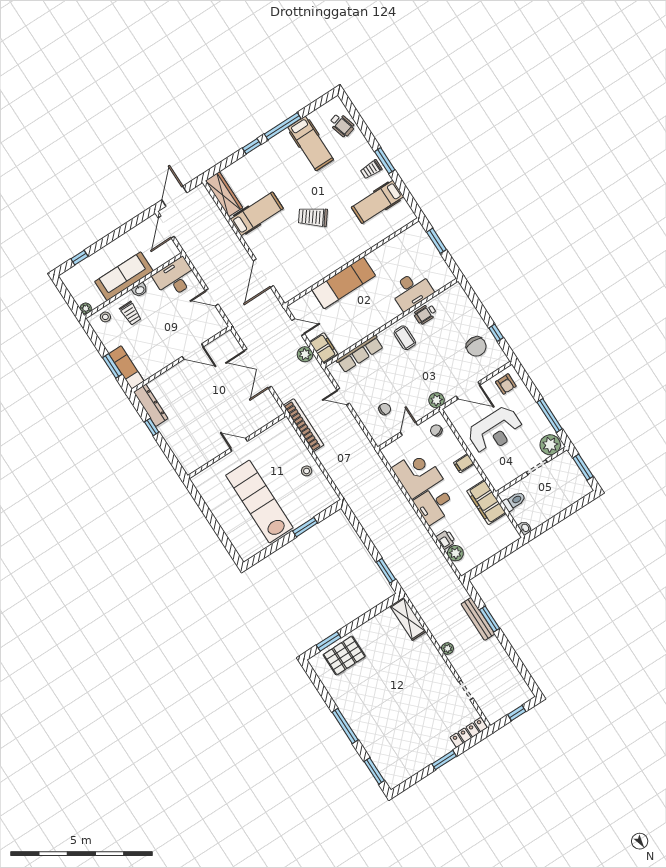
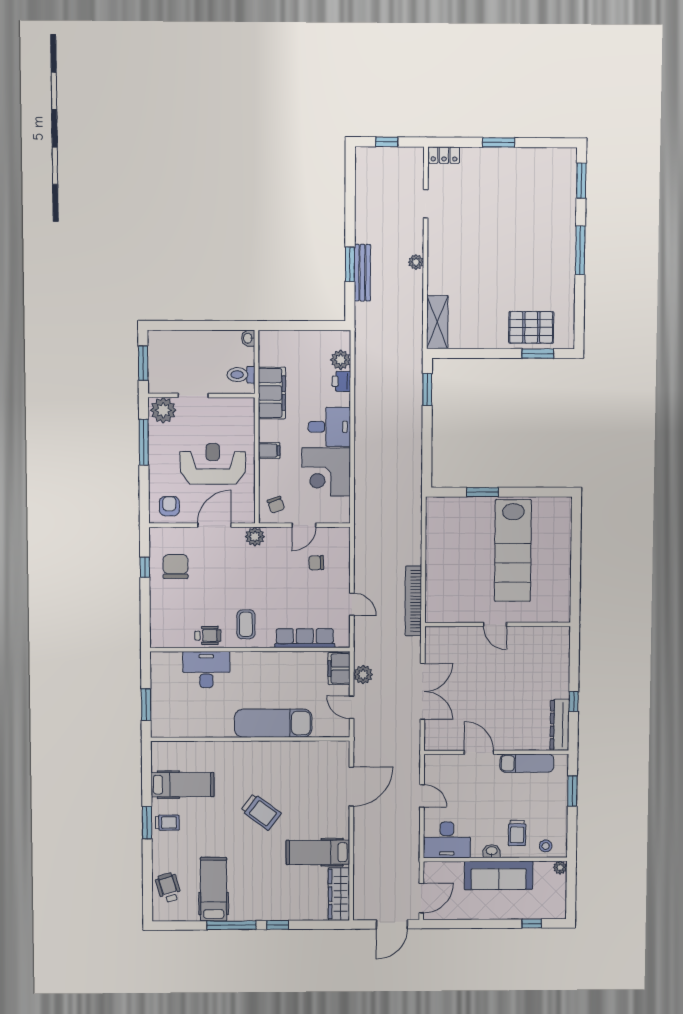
trolley: (131, 313) -> (517, 833), turned 180
exam couch: (126, 367) -> (527, 763), moved, turned -90
door: (468, 391) -> (214, 525), hinge flipped
stool: (307, 471) -> (442, 551), removed
locker: (469, 732) -> (444, 155), width x0.66

